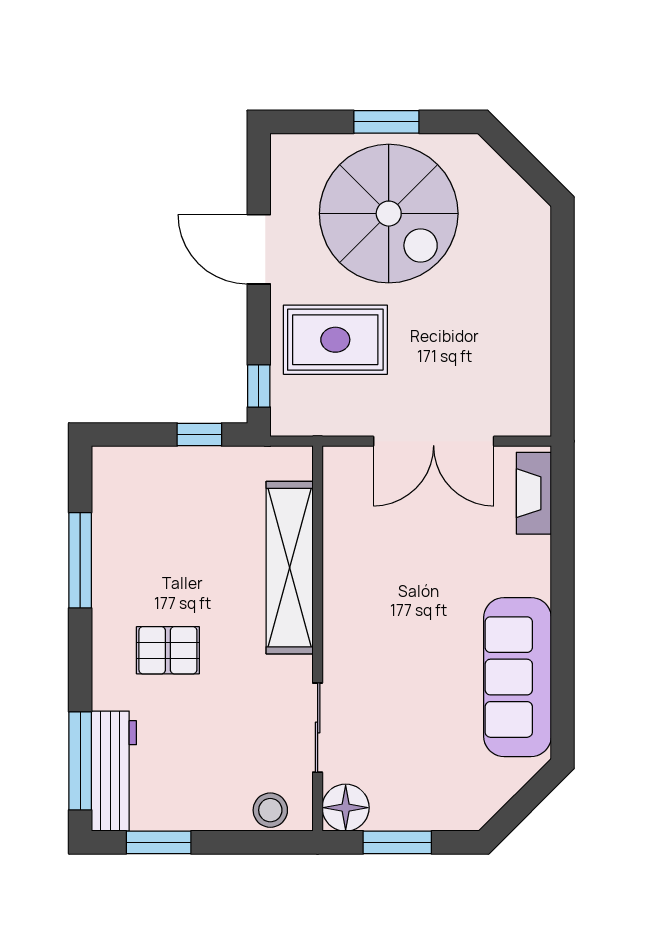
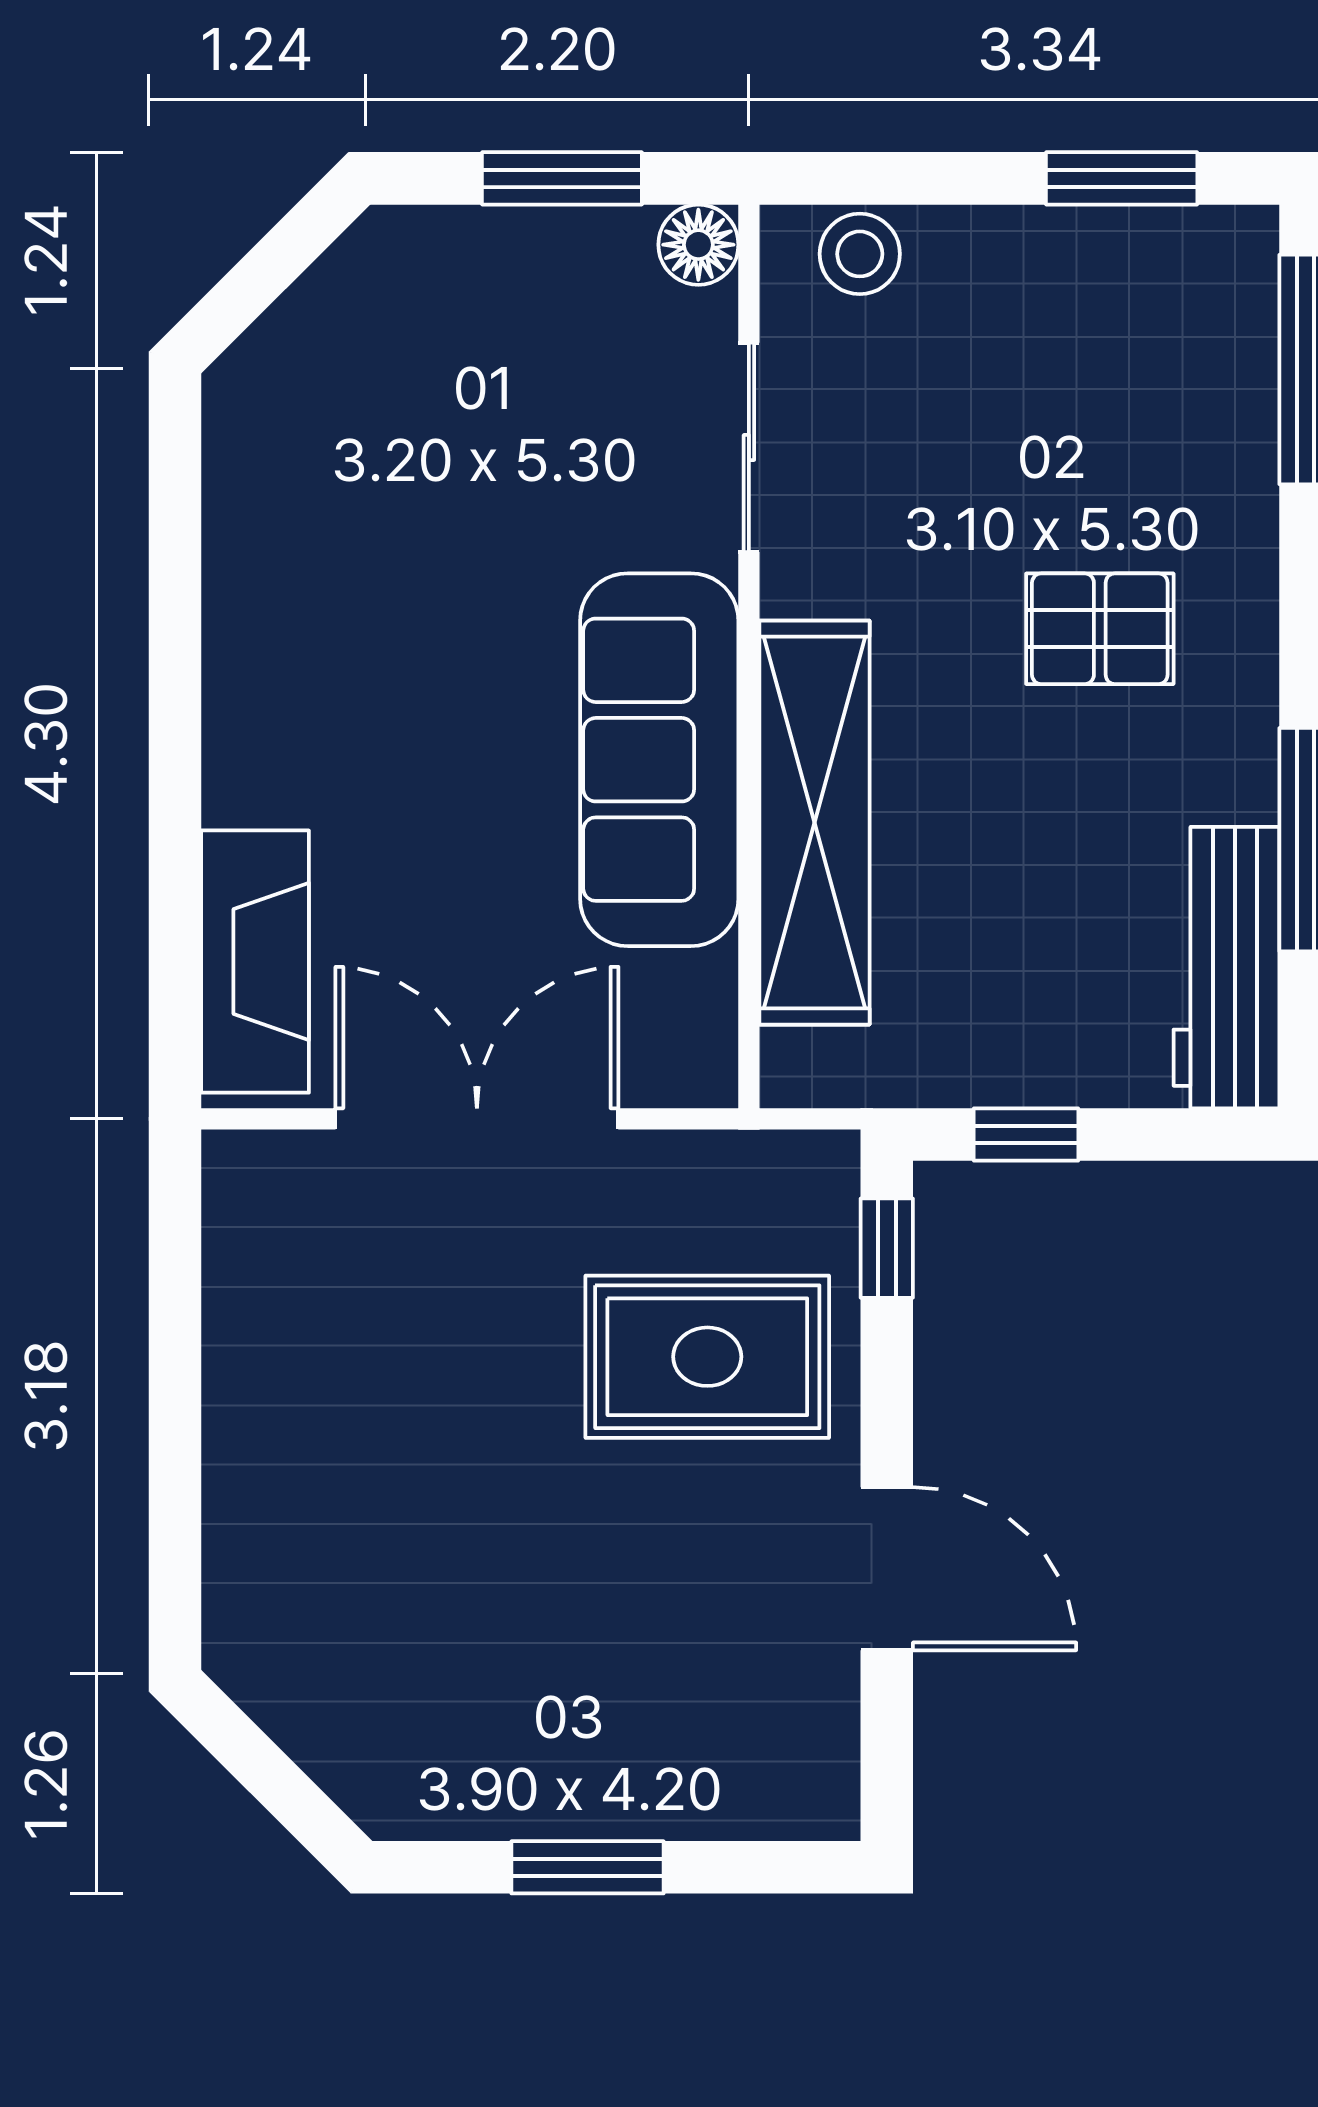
spiral stairs: (389, 214) -> (582, 1652), removed
fireplace: (534, 493) -> (255, 962), width x1.37, depth x1.32
sofa: (517, 677) -> (659, 760), moved, turned 180
workbench: (114, 771) -> (1226, 968), moved
floor lamp: (346, 808) -> (698, 245), width x0.73, depth x0.73

